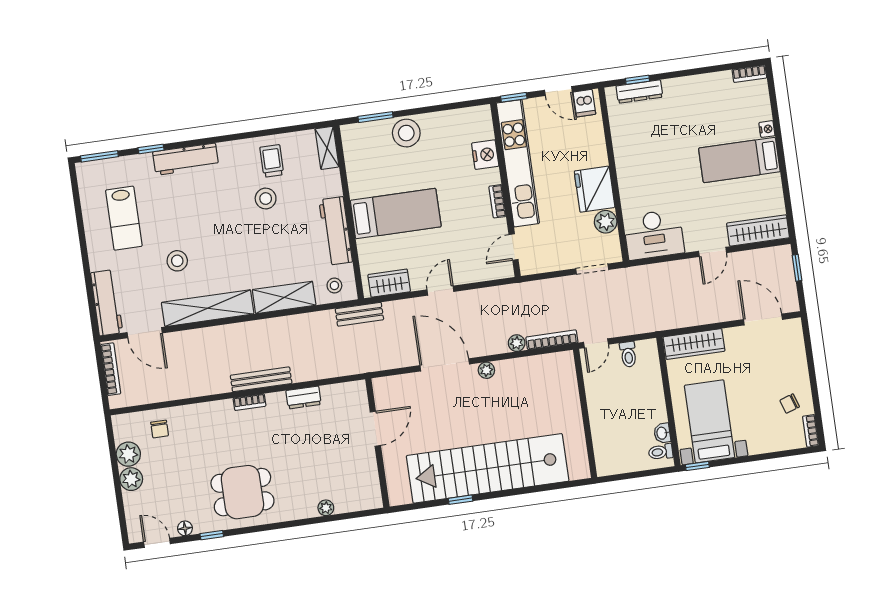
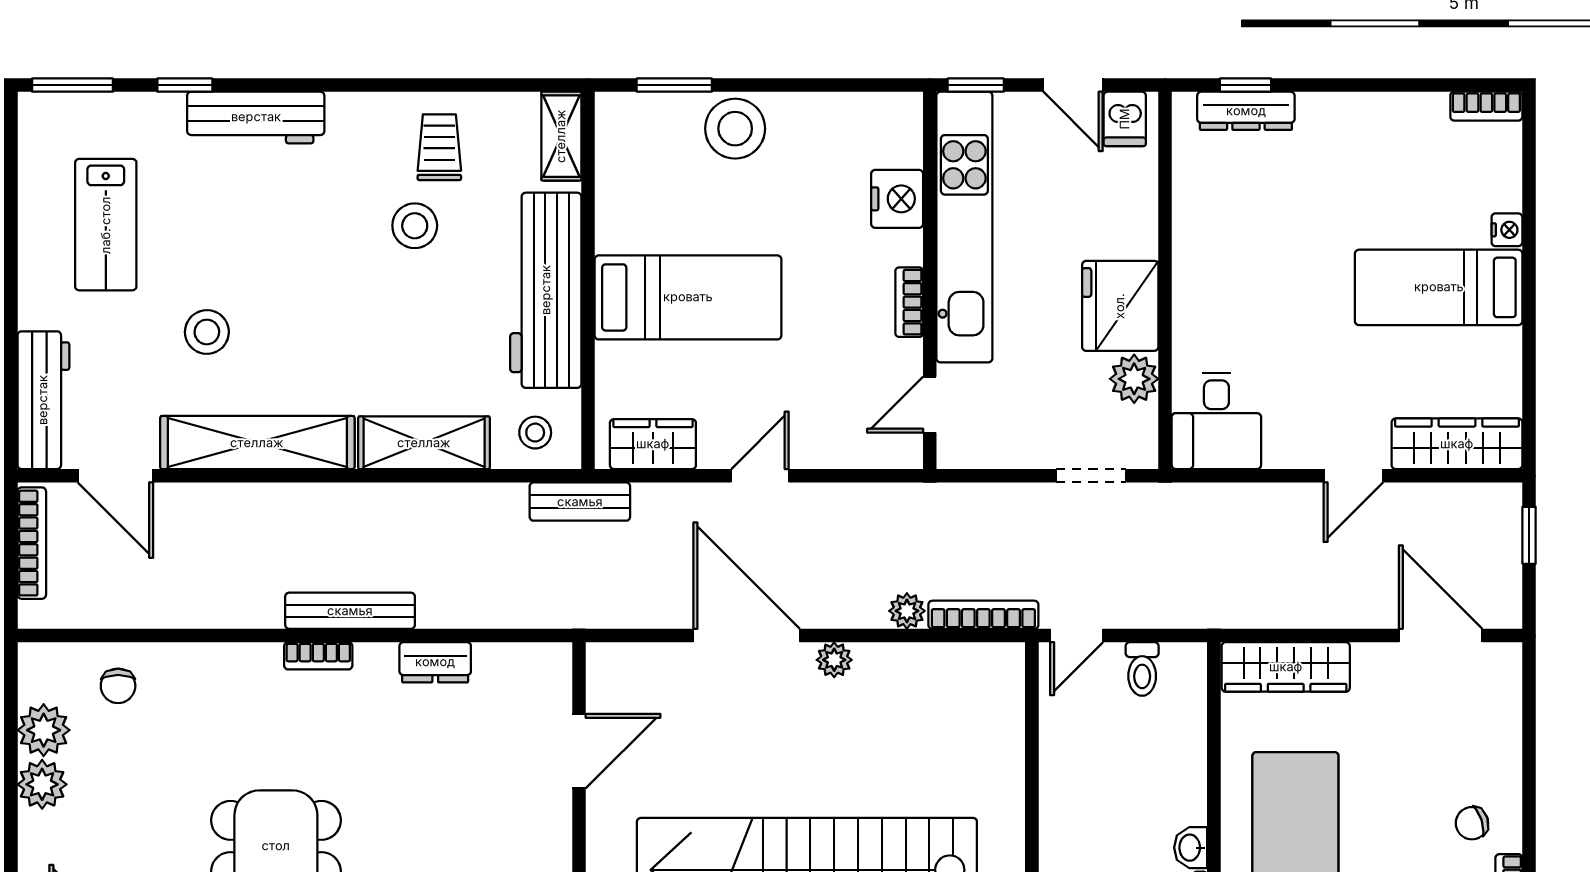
workbench: (336, 231) -> (546, 290), width x1.36, depth x1.32
desk: (654, 235) -> (1216, 421), width x0.73

